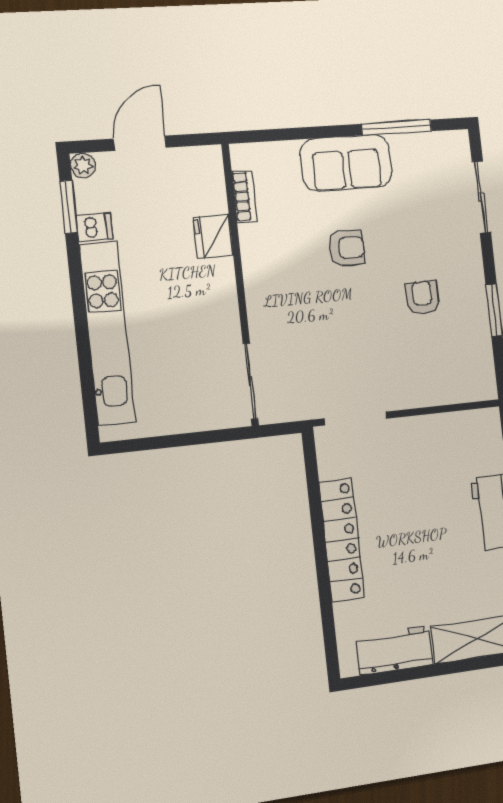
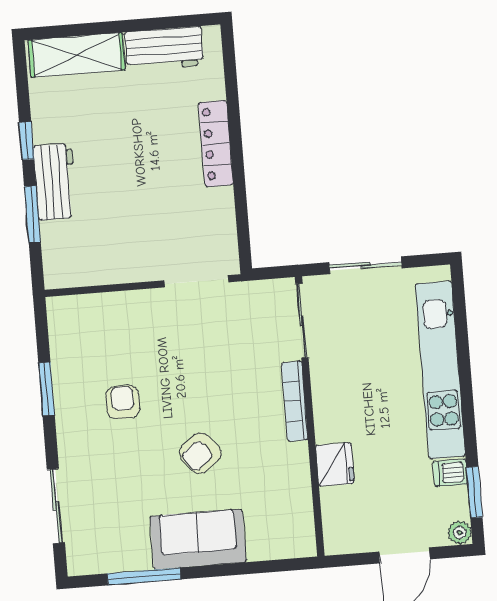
bookcase: (244, 196) -> (295, 401), moved, width x1.56
armchair: (347, 248) -> (200, 453), turned -37
armchair: (422, 298) -> (123, 402), turned 180
sliding door: (187, 439) -> (366, 265), added
locker: (342, 539) -> (216, 144), width x0.71, depth x0.83

